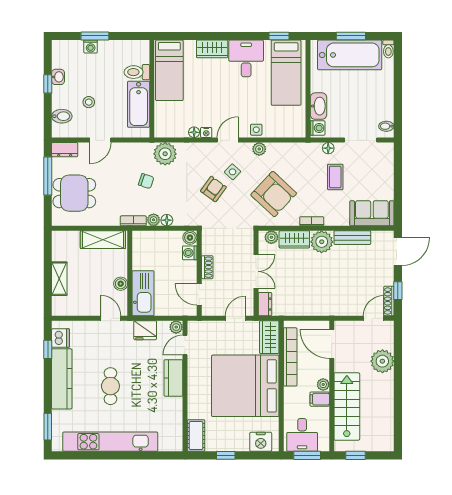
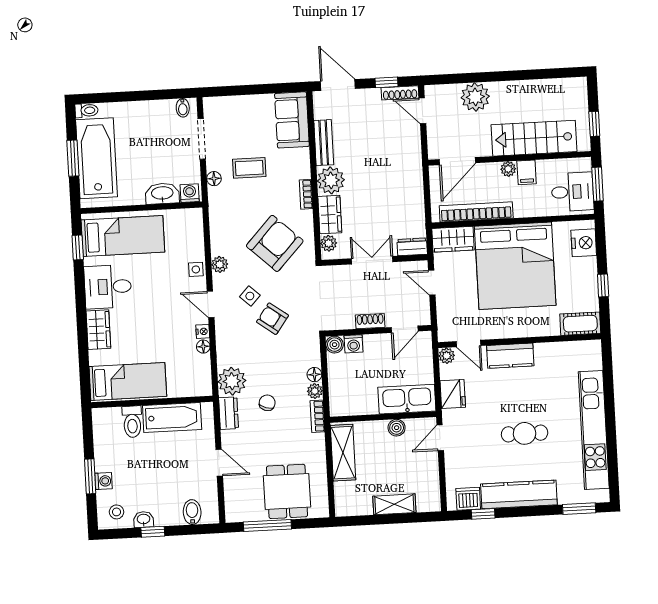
stool: (89, 102) -> (116, 512), moved
dresser: (65, 150) -> (229, 413), moved

